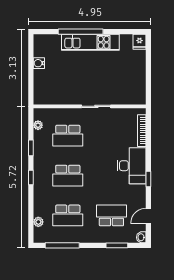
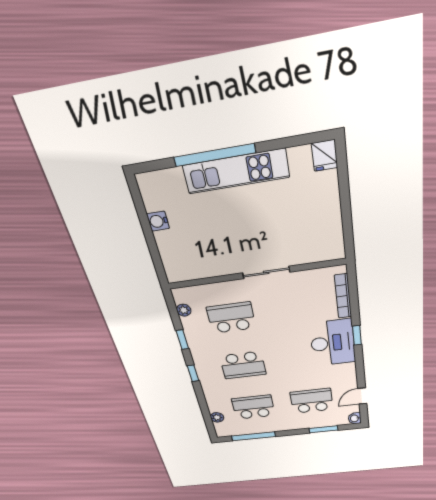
school desk: (68, 136) -> (231, 318), turned 180
window: (148, 179) -> (357, 335), moved
school desk: (68, 215) -> (253, 407), turned 180

